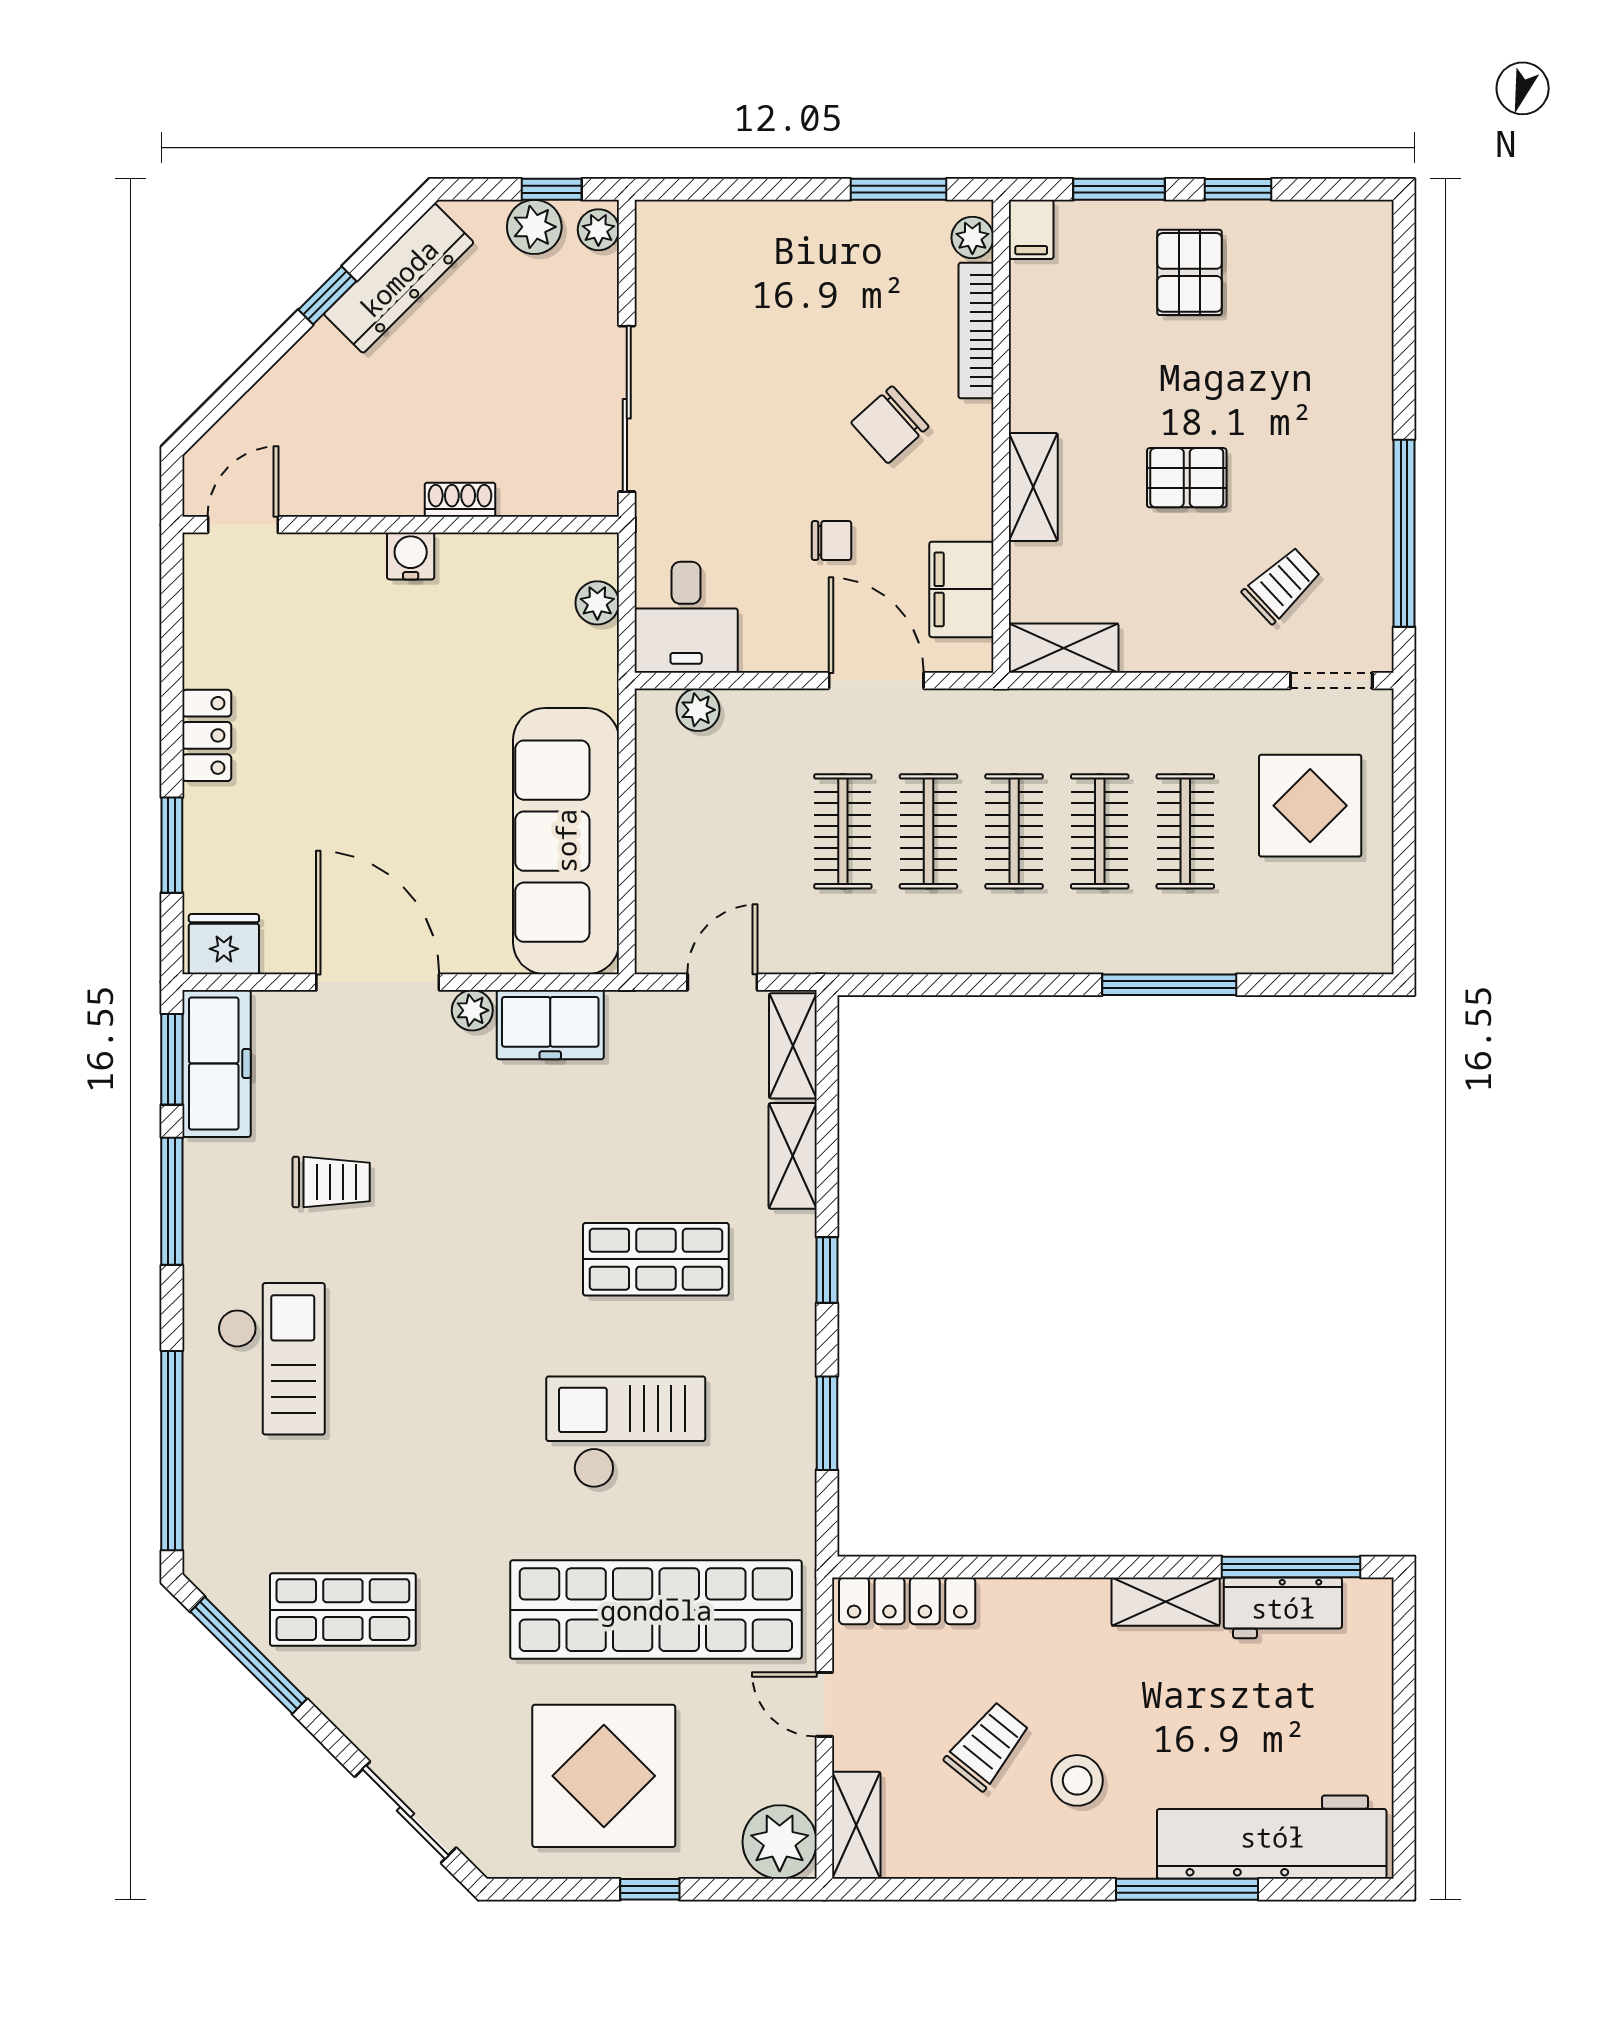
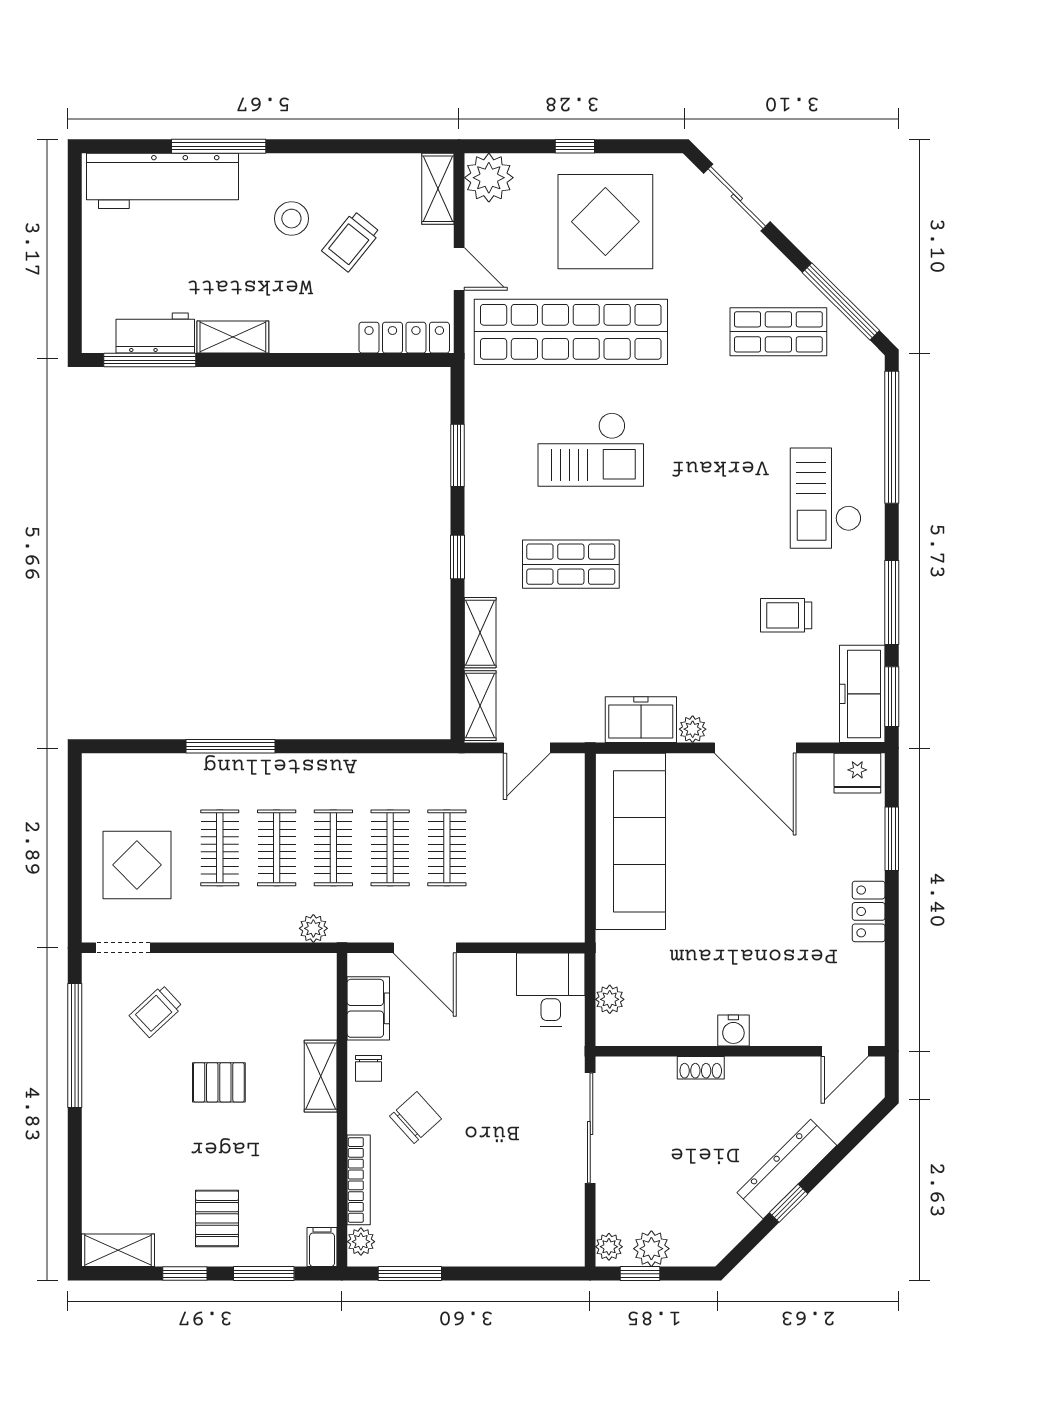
dresser: (399, 278) -> (787, 1169), moved
chair: (832, 540) -> (369, 1068), moved, turned -90
shelving: (1064, 648) -> (118, 1250), moved
plant: (698, 710) -> (313, 928), moved

